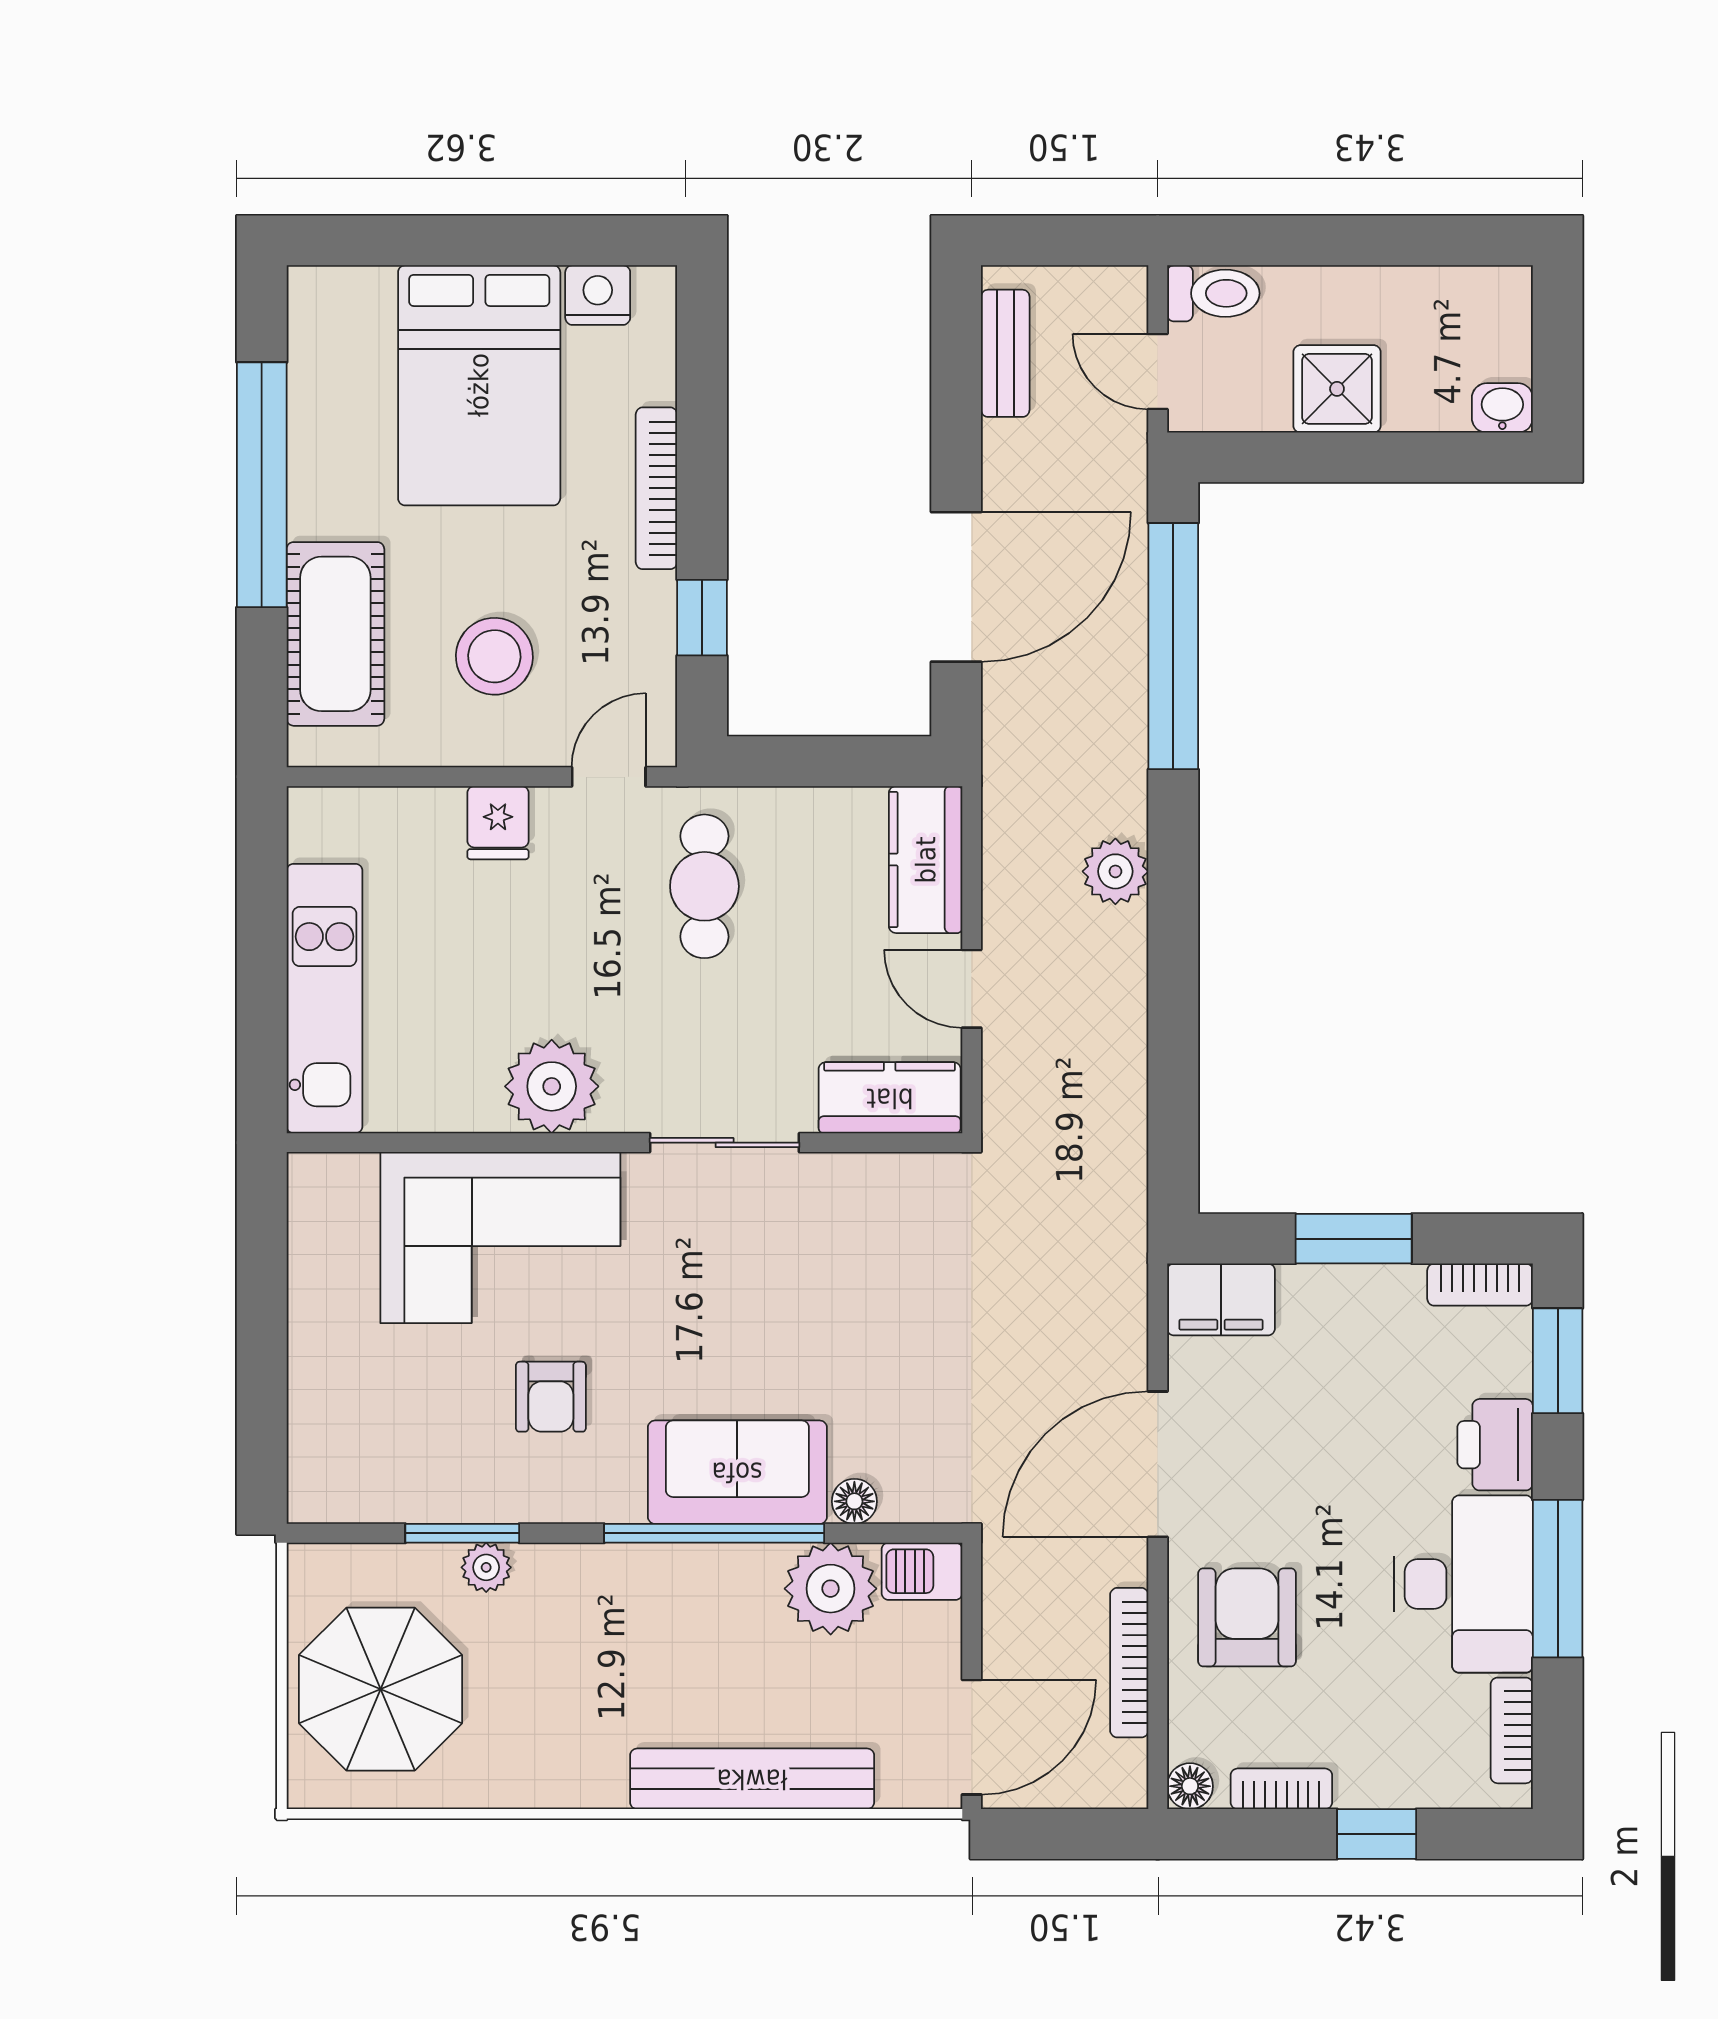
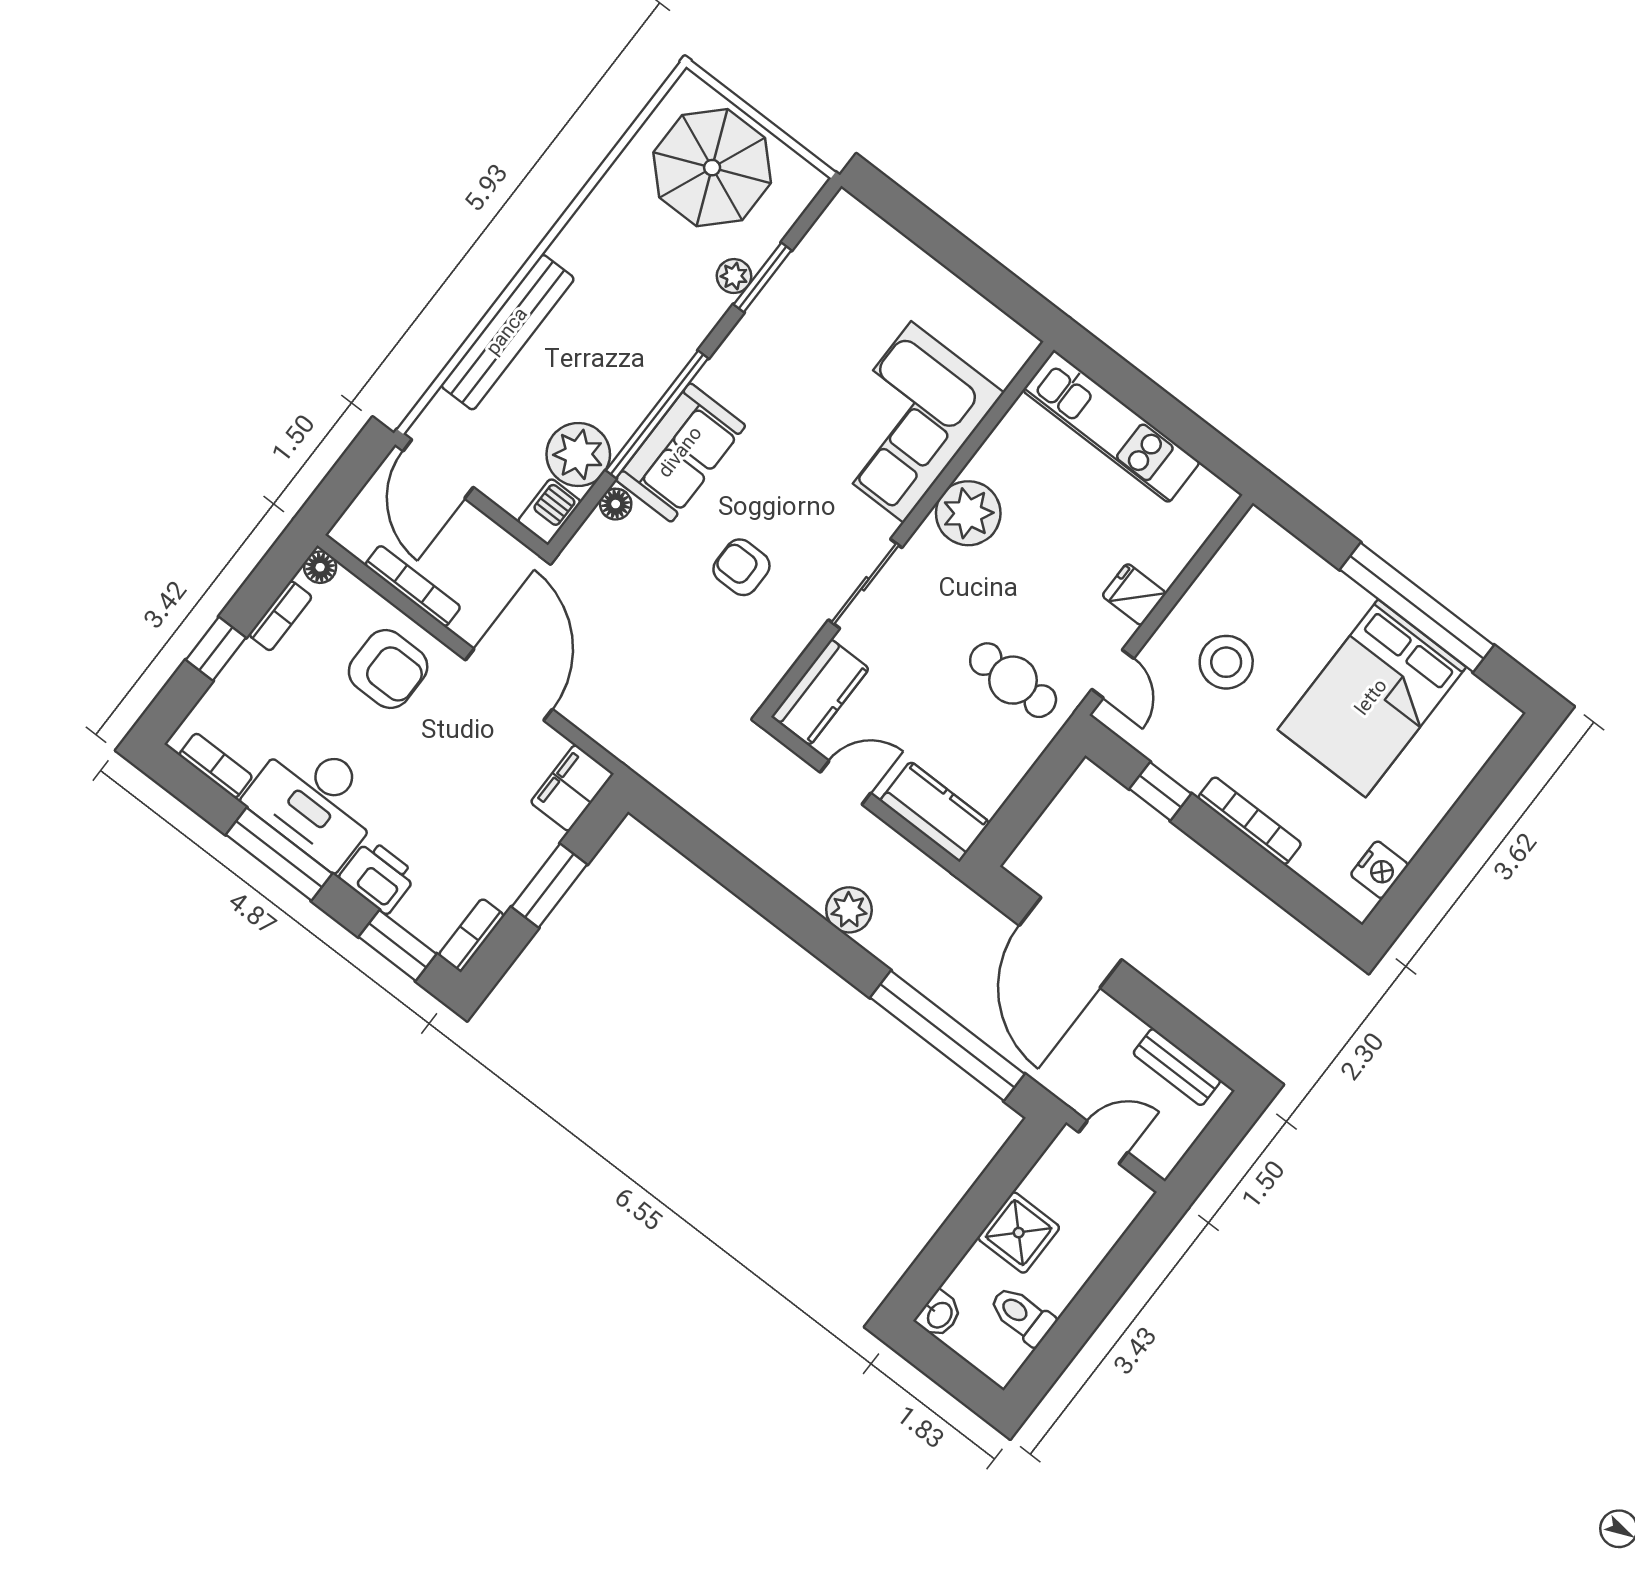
toilet: (1213, 293) -> (1022, 1315), moved, turned 90
bed: (479, 385) -> (1372, 698), moved, turned -90
cot: (335, 634) -> (1305, 585), removed
armchair: (551, 1397) -> (741, 567), moved

